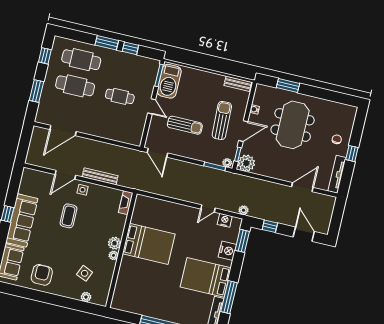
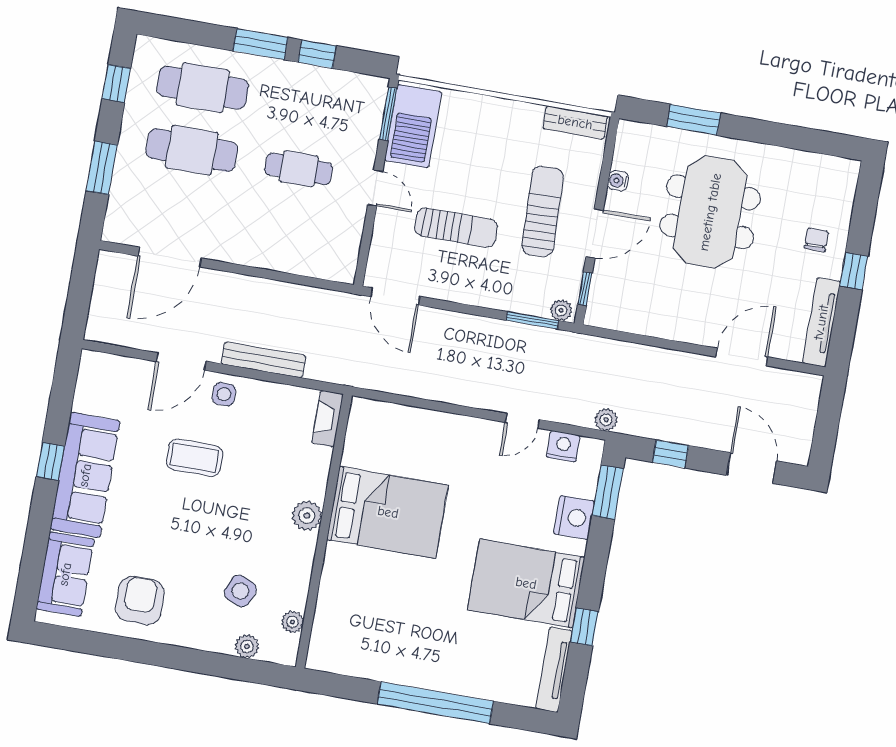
plant: (246, 163) -> (606, 309), removed
coffee table: (69, 216) -> (195, 458), turned 90
plant: (113, 255) -> (293, 622), moved
window: (229, 297) -> (584, 627), width x0.46

